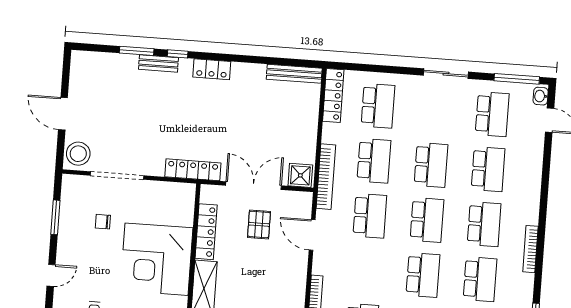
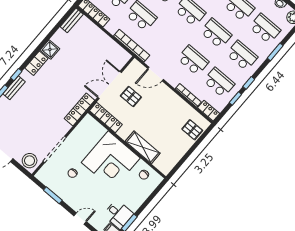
bench: (294, 74) -> (72, 20), width x0.73
shower: (300, 175) -> (50, 50), moved
school desk: (370, 216) -> (193, 60), moved
locker: (206, 232) -> (106, 118), moved
door: (51, 275) -> (80, 219), hinge flipped

